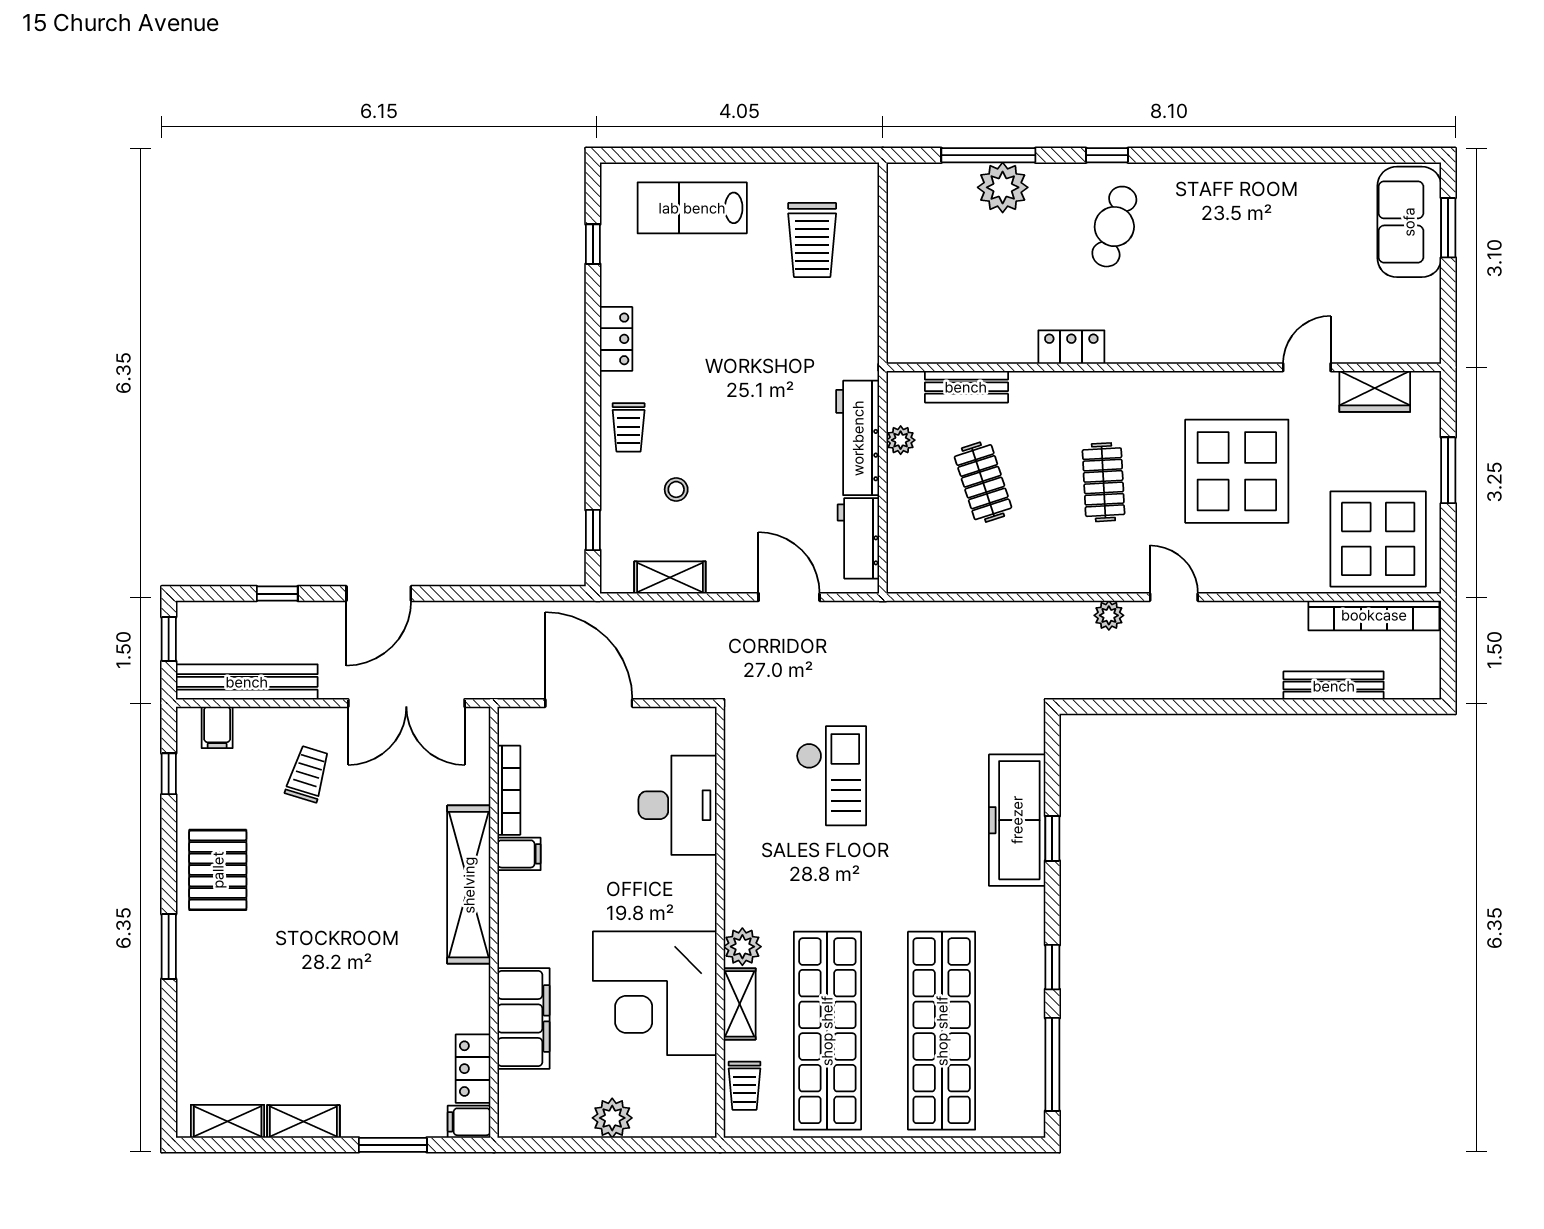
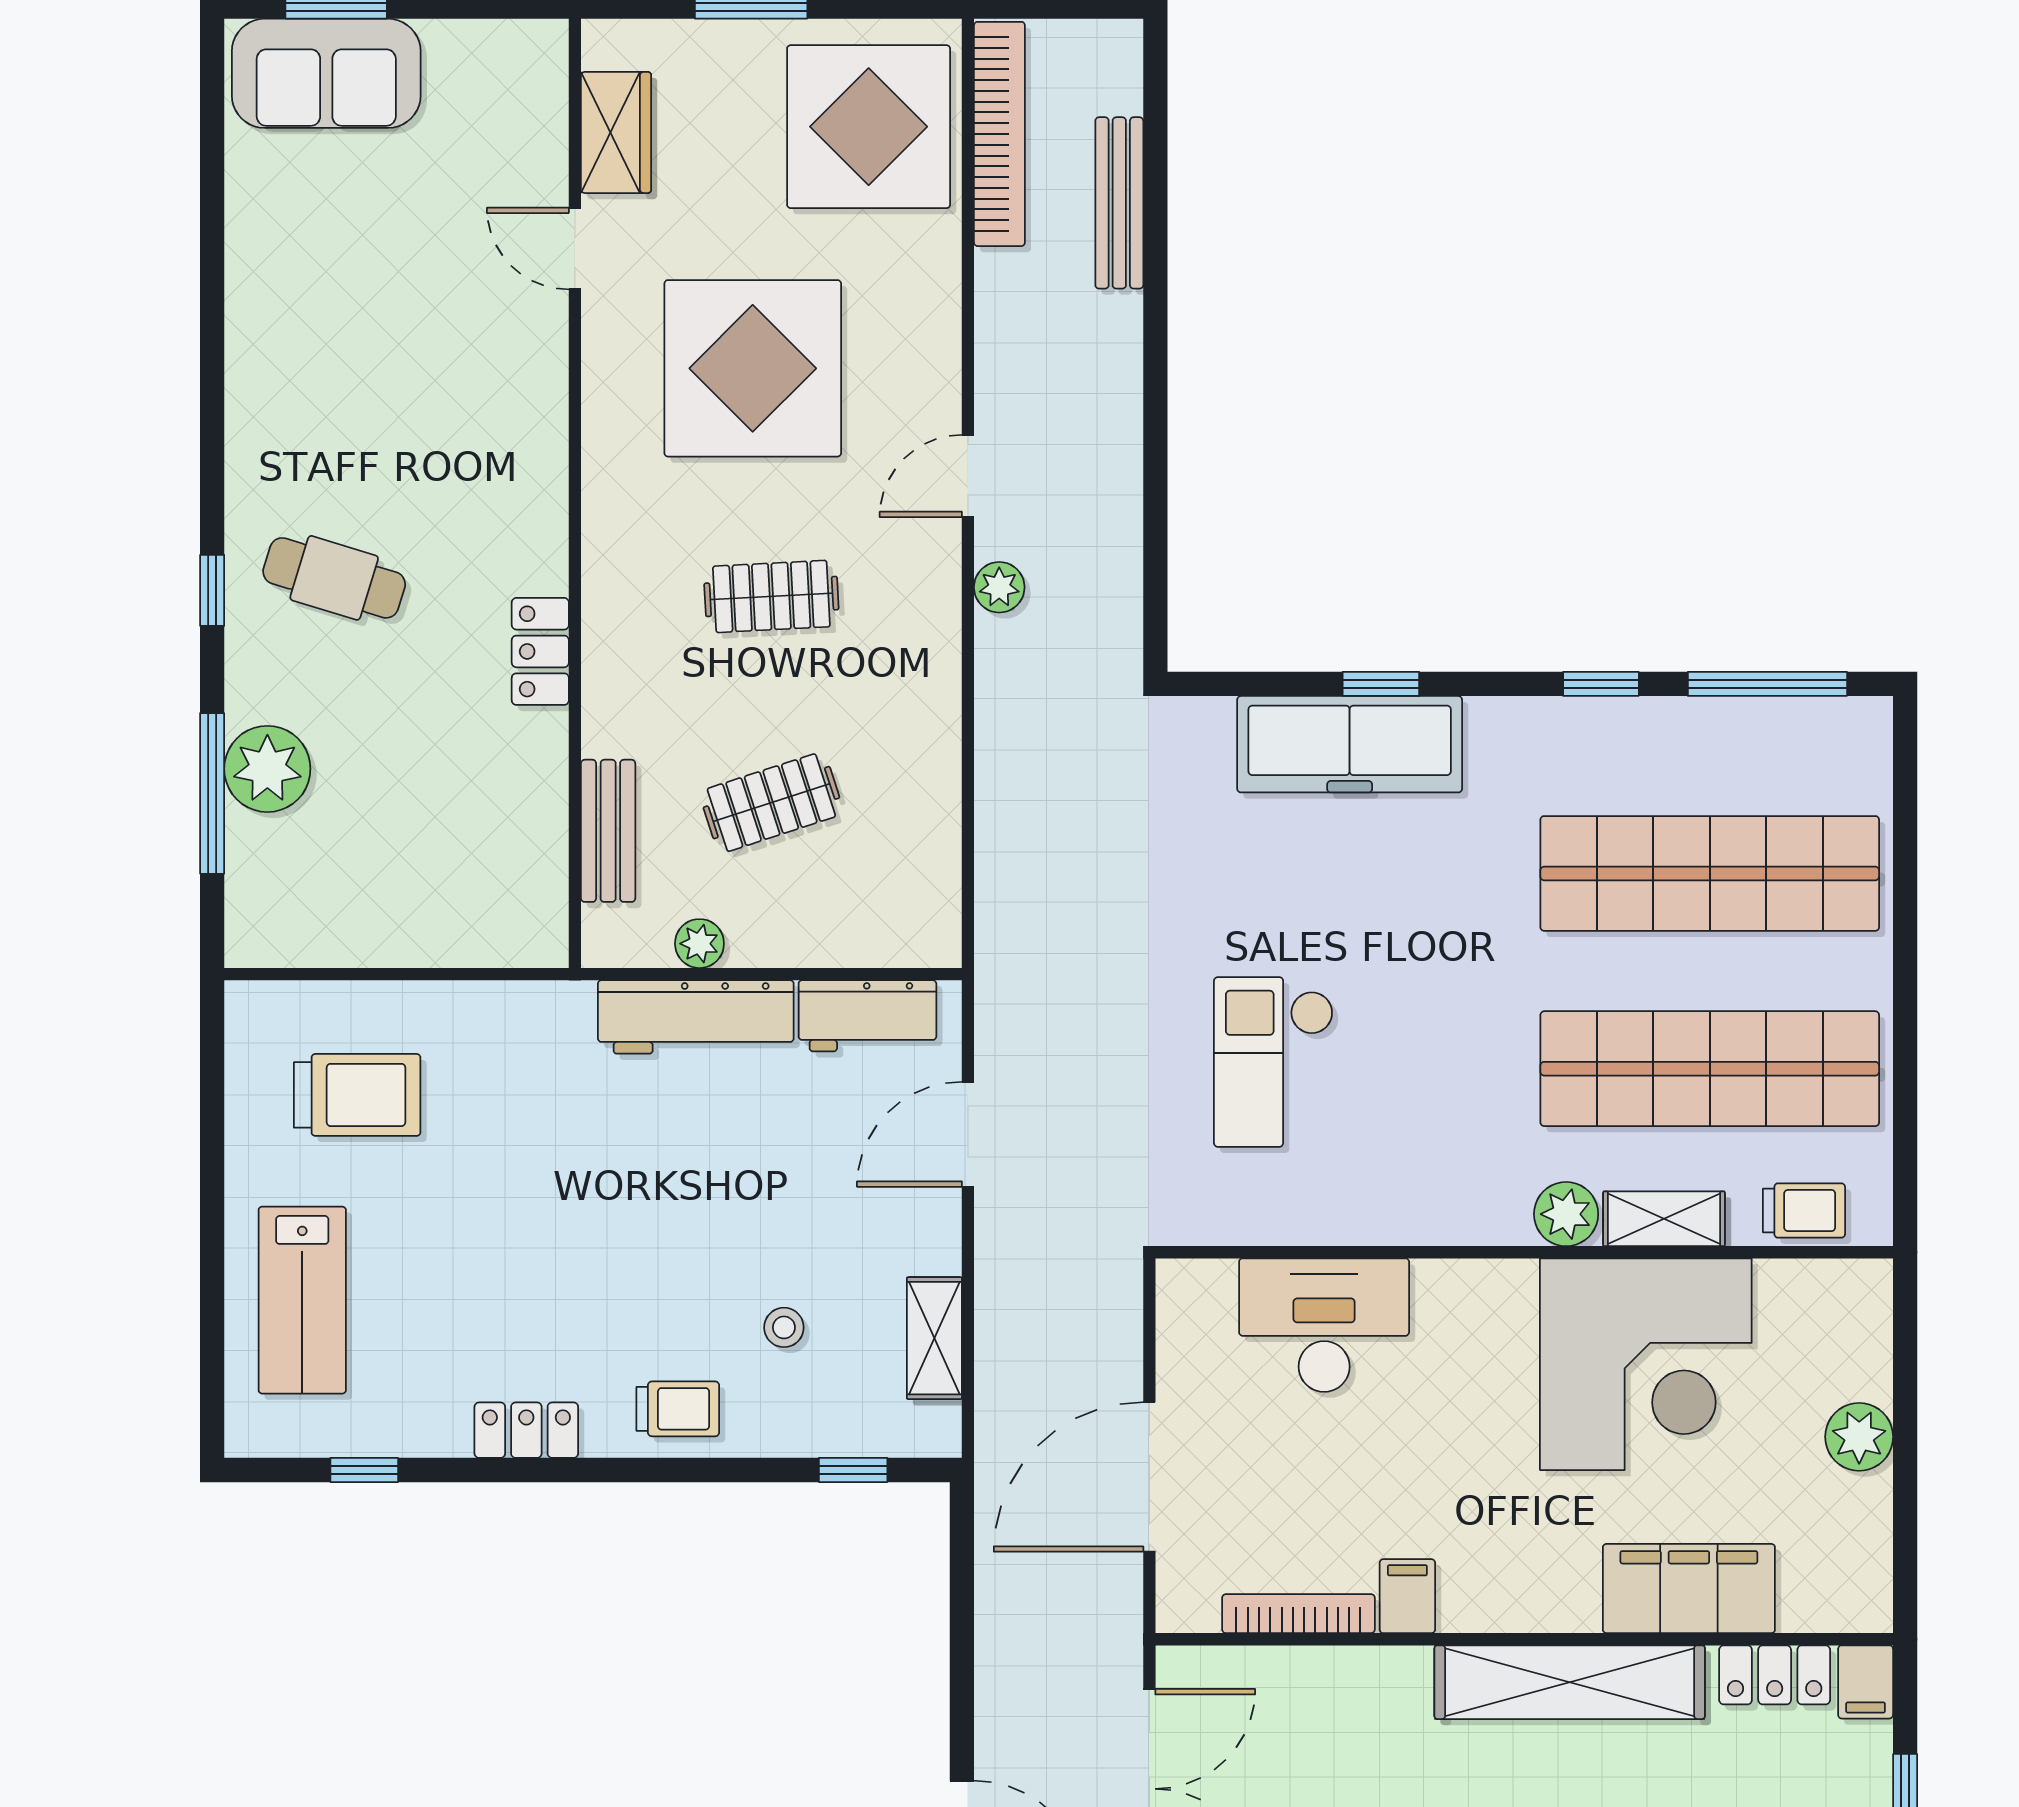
checkout: (831, 776) -> (1274, 1062), turned -90
shelving: (469, 885) -> (1570, 1682), moved

